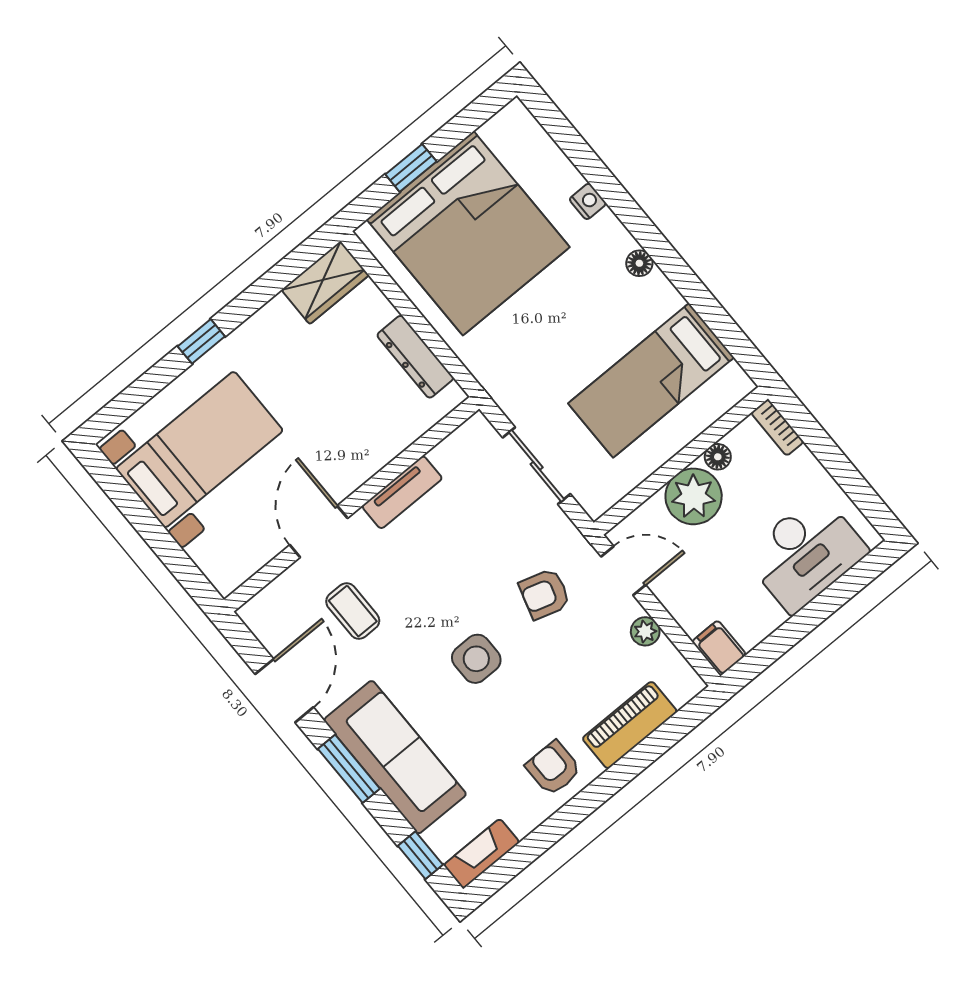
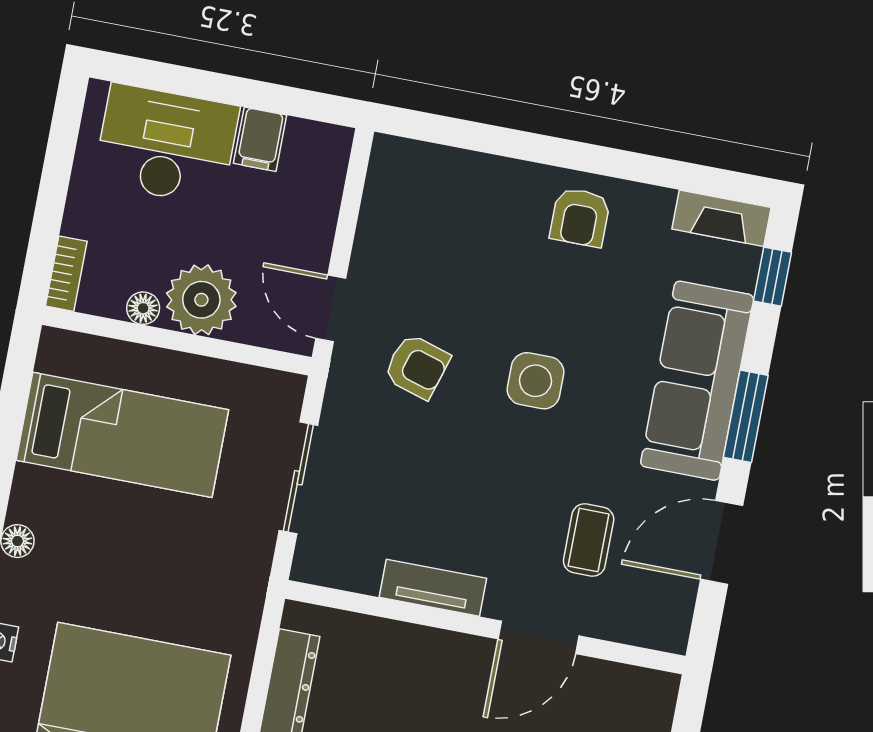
plant: (645, 631) -> (372, 238), removed
filing cabinet: (719, 648) -> (260, 139), moved
piano: (630, 725) -> (476, 177), removed

